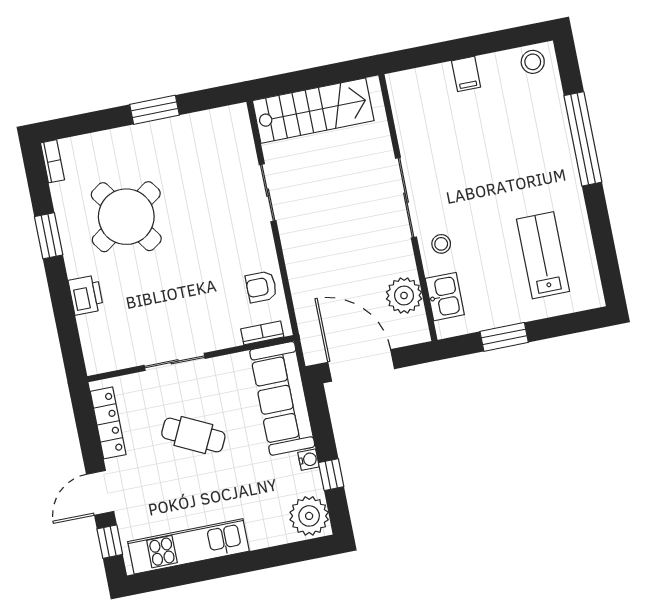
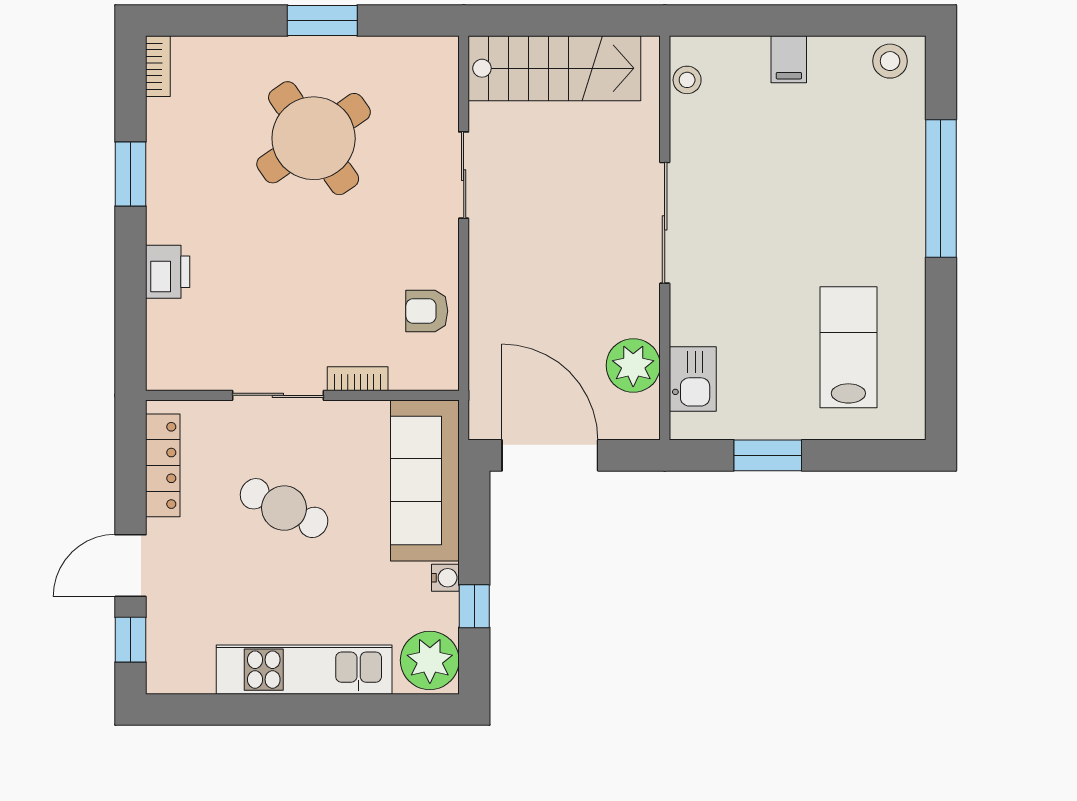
round table: (126, 217) -> (314, 138), moved
stool: (441, 244) -> (687, 80), moved
bookcase: (262, 333) -> (358, 379), moved
kitchen unit: (188, 546) -> (304, 670), moved

